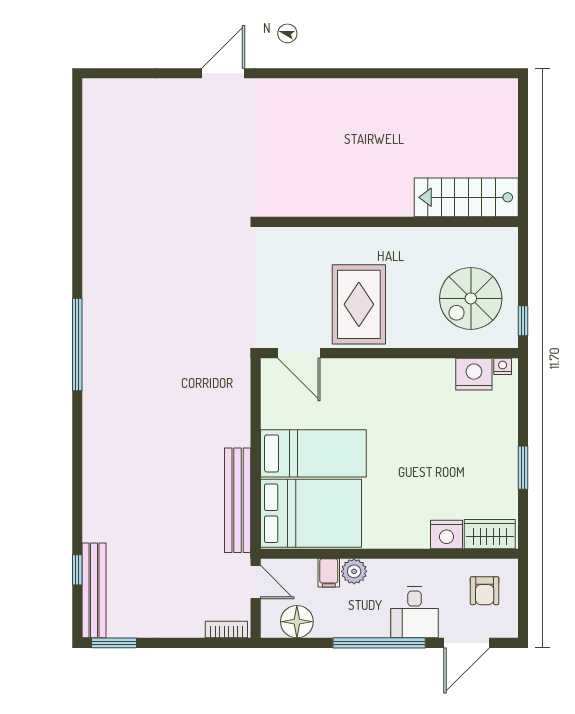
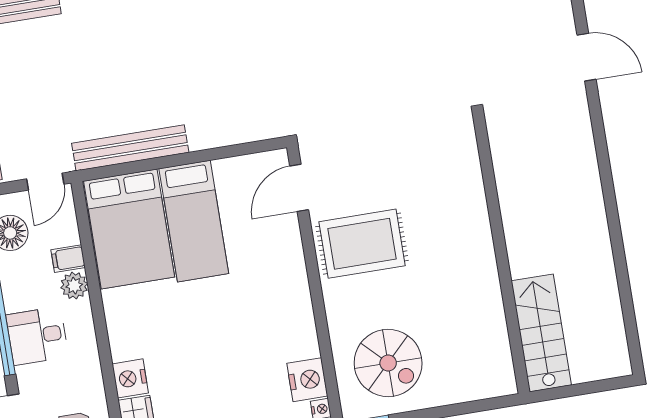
stairs: (466, 197) -> (541, 333), moved
wall: (389, 222) -> (501, 254), moved
spiral stairs: (471, 298) -> (388, 363), turned 180
desk: (414, 612) -> (37, 336), moved

